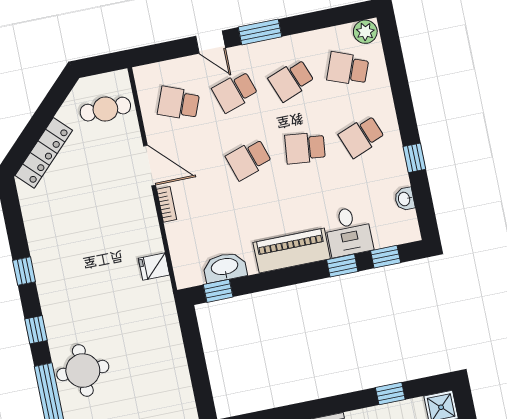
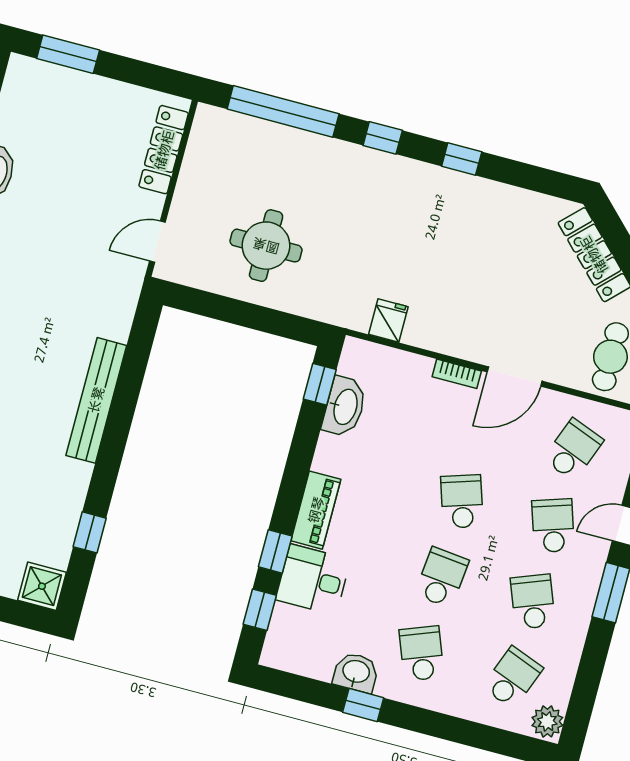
washbasin: (405, 199) -> (356, 672), moved, width x1.38, depth x1.45
piano: (292, 251) -> (316, 510), width x0.73, depth x0.75
round table: (83, 371) -> (266, 246), moved

